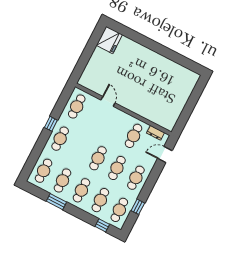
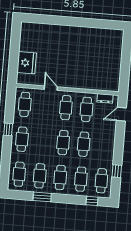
fridge: (109, 40) -> (27, 63), moved
cafe table: (136, 178) -> (66, 108), moved

